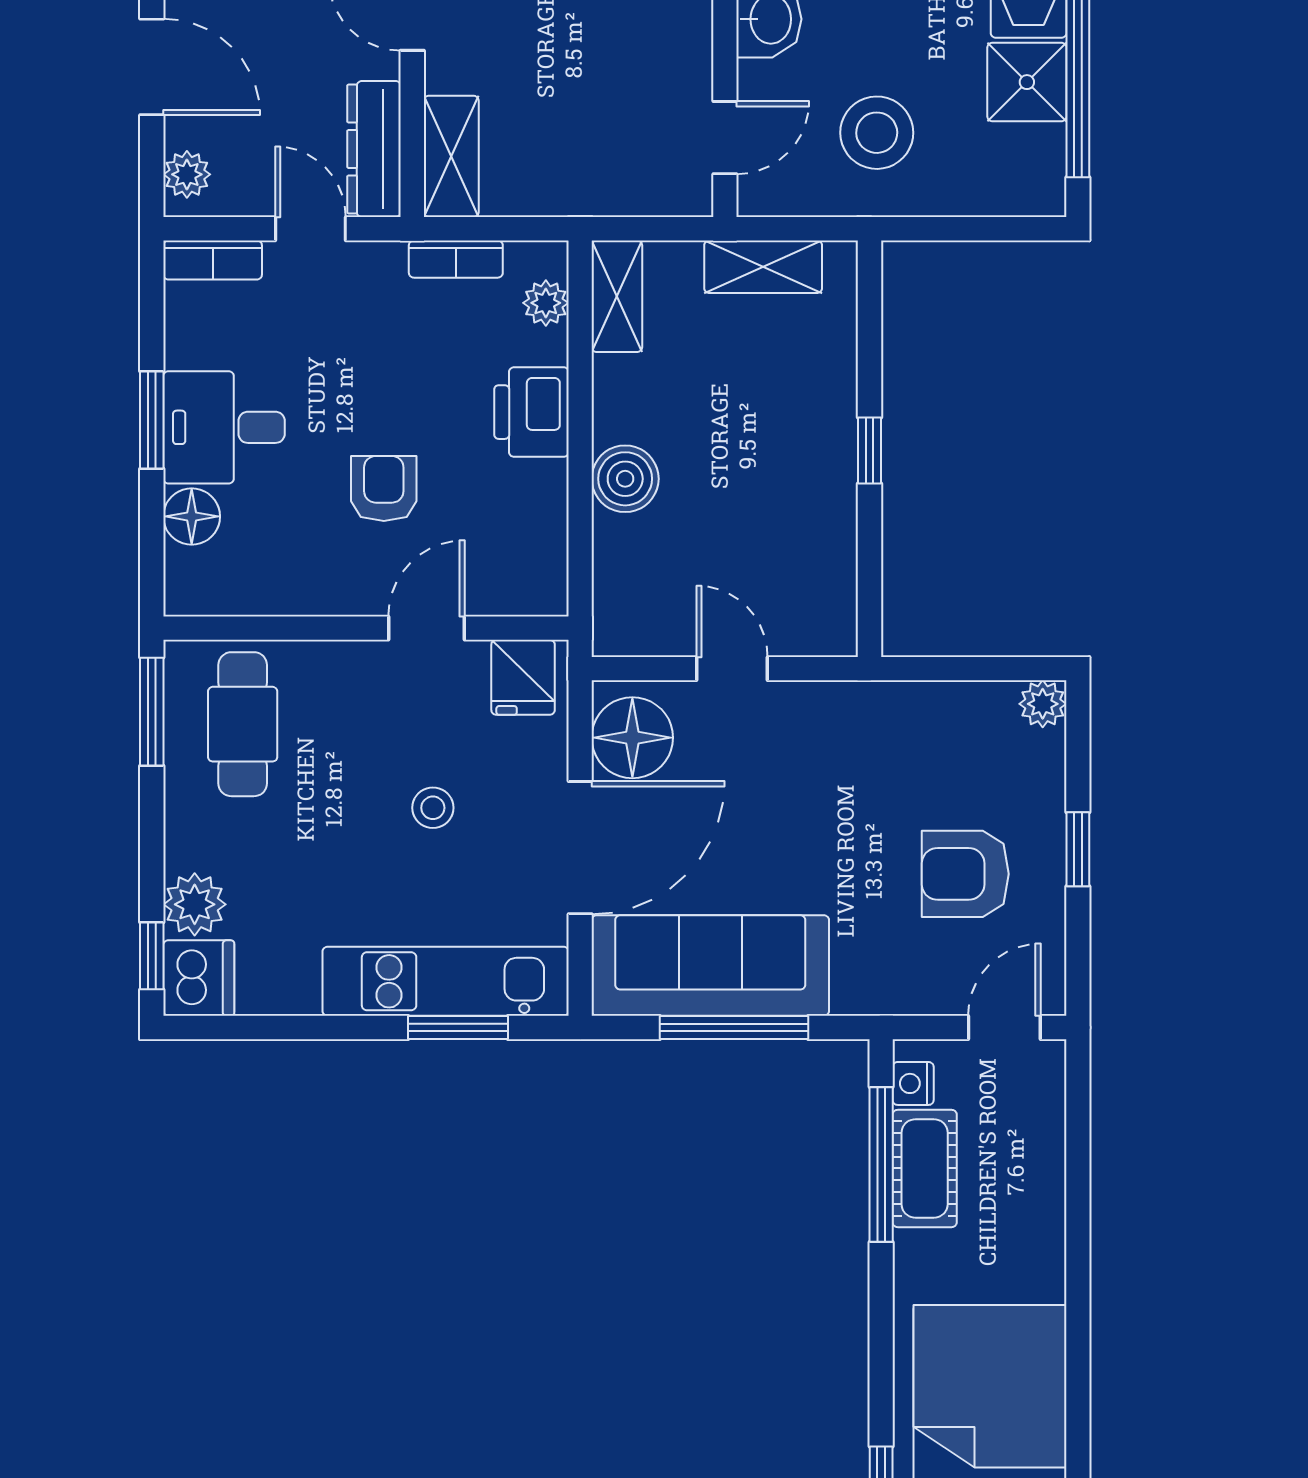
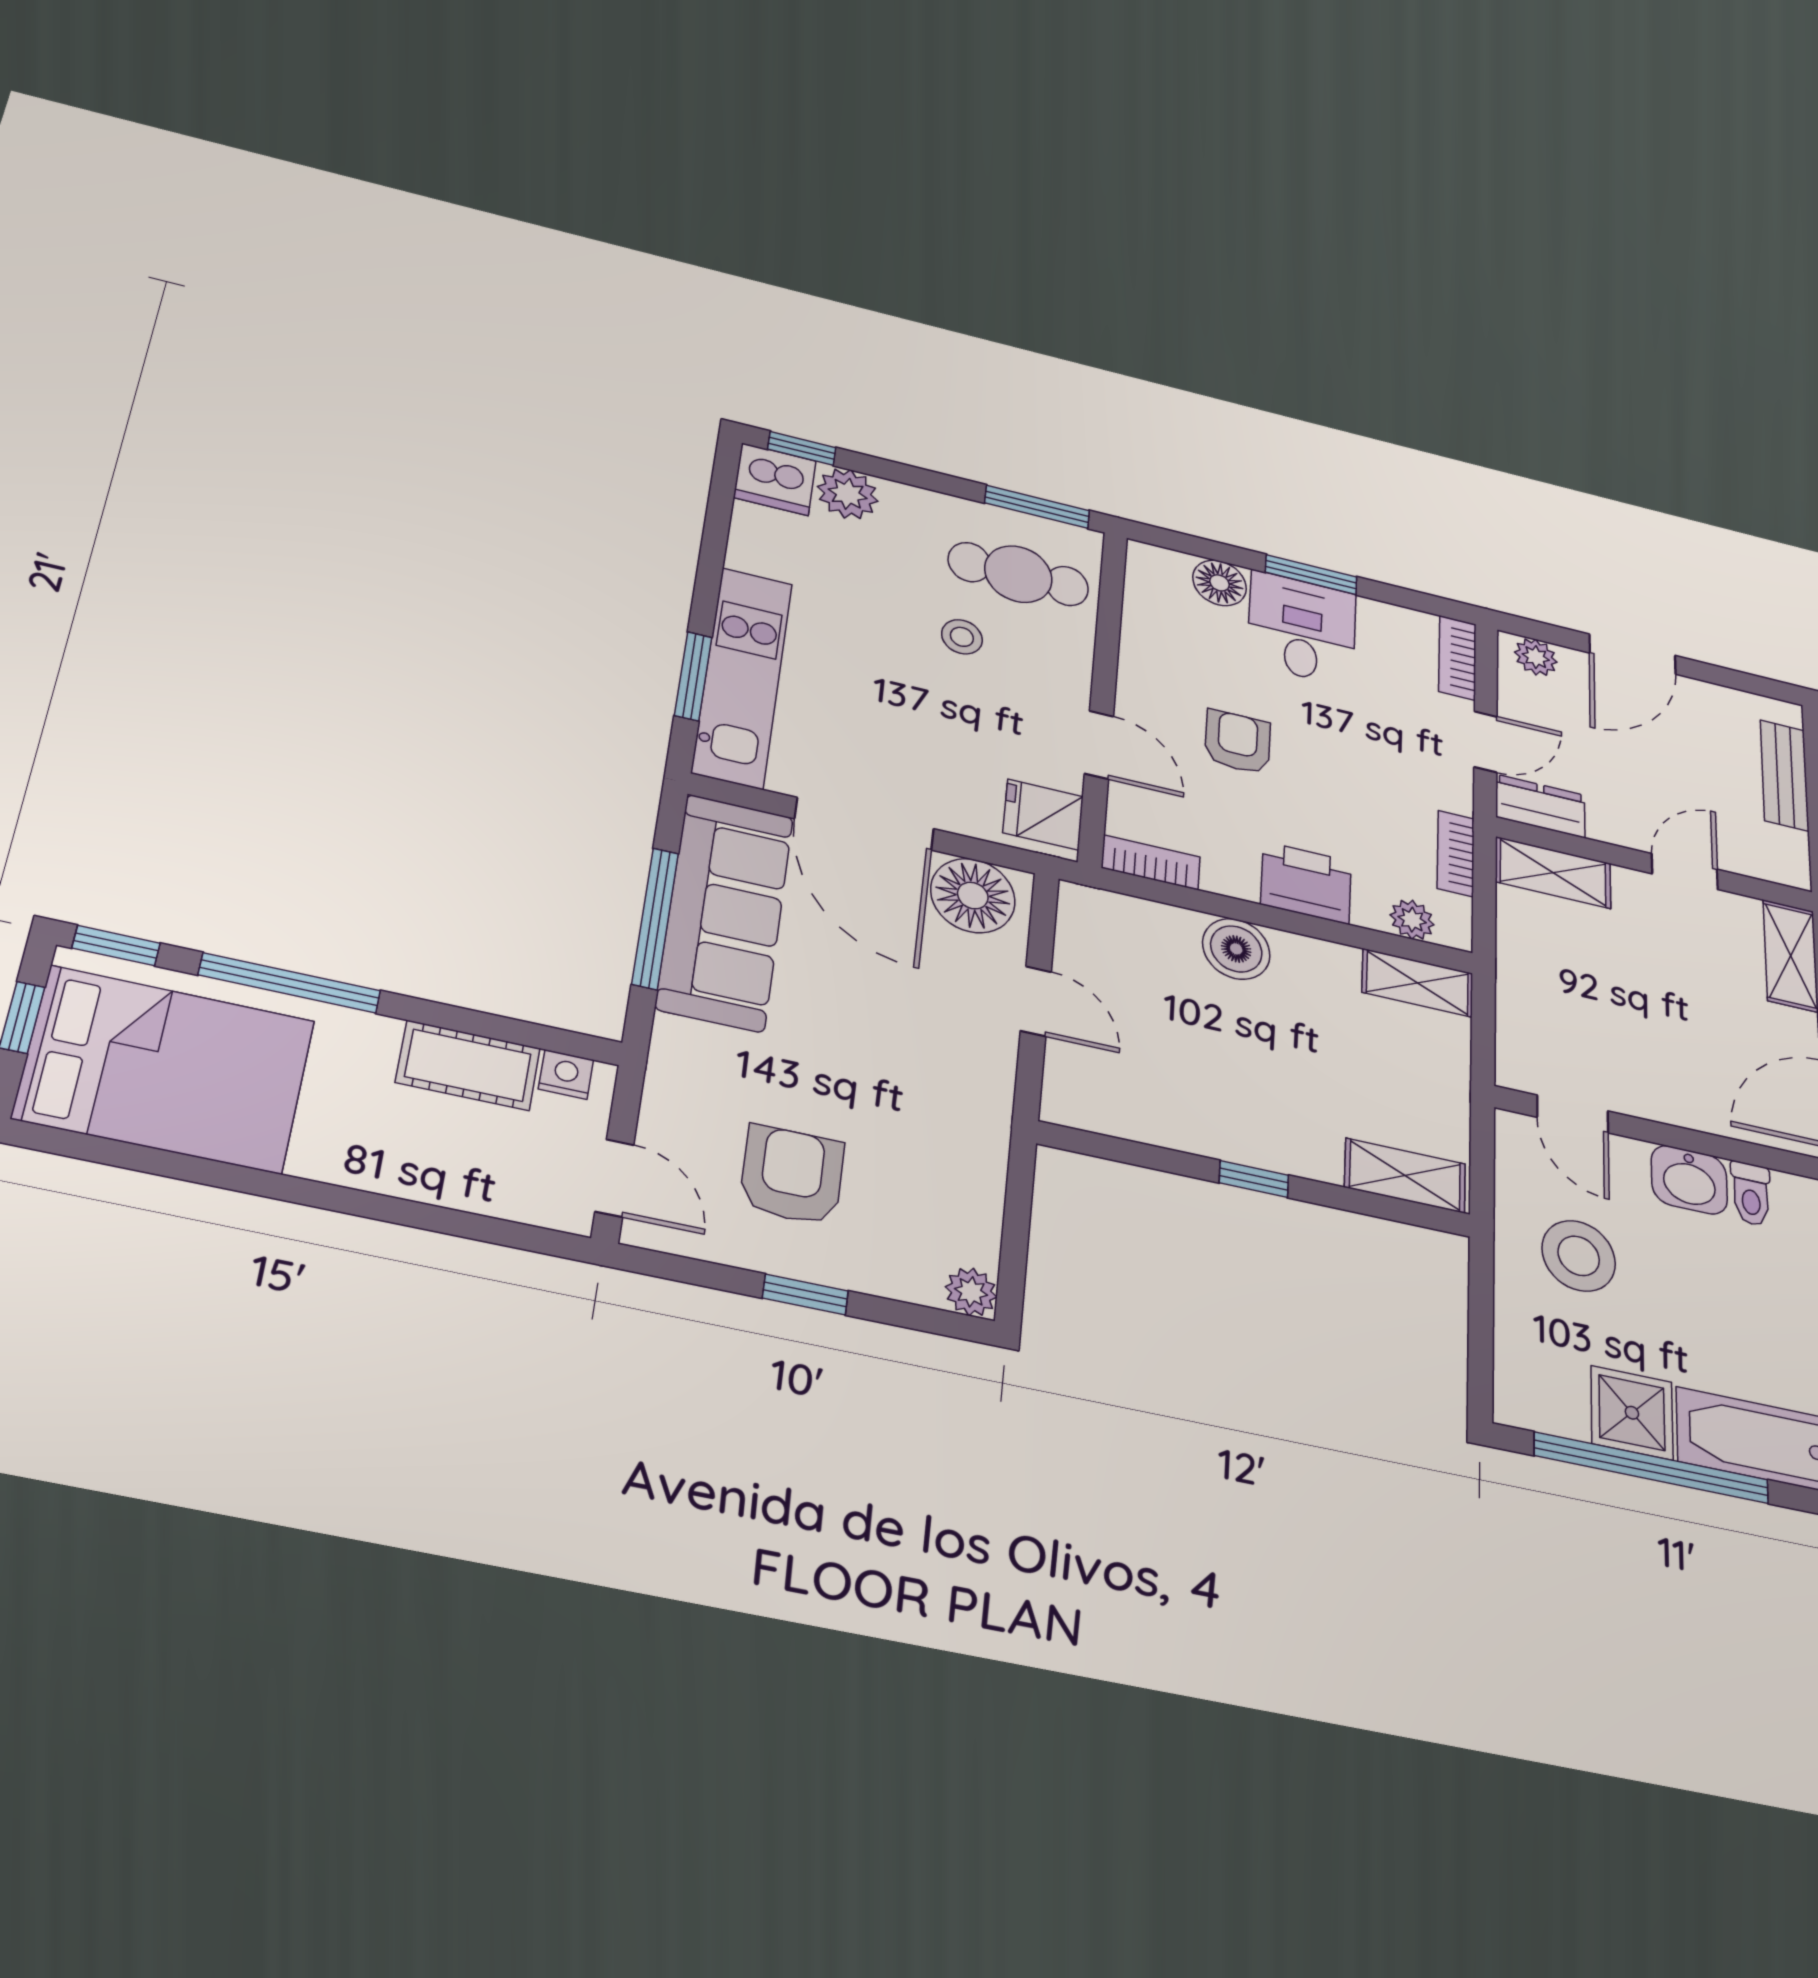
dresser: (374, 149) -> (1540, 806), width x0.70
shelving: (763, 267) -> (1405, 1176), moved, turned 90
armchair: (384, 488) -> (1238, 742), turned -90
bookcase: (549, 568) -> (1151, 862), added
door: (732, 669) -> (1036, 1001), hinge flipped
stool: (433, 808) -> (962, 637), moved
window: (881, 1165) -> (290, 983), moved

